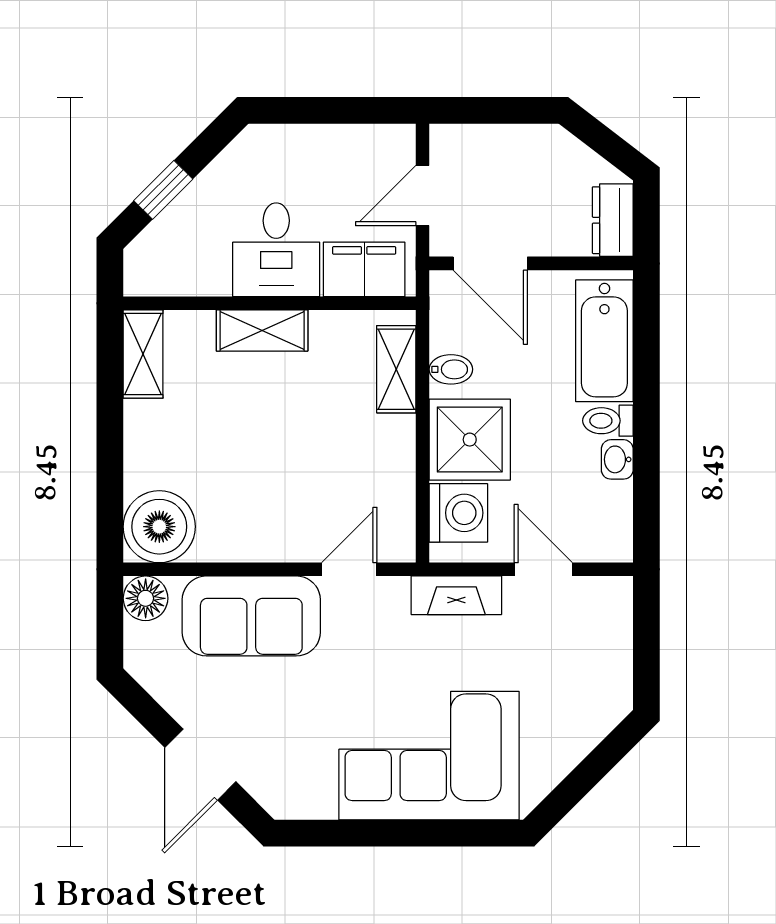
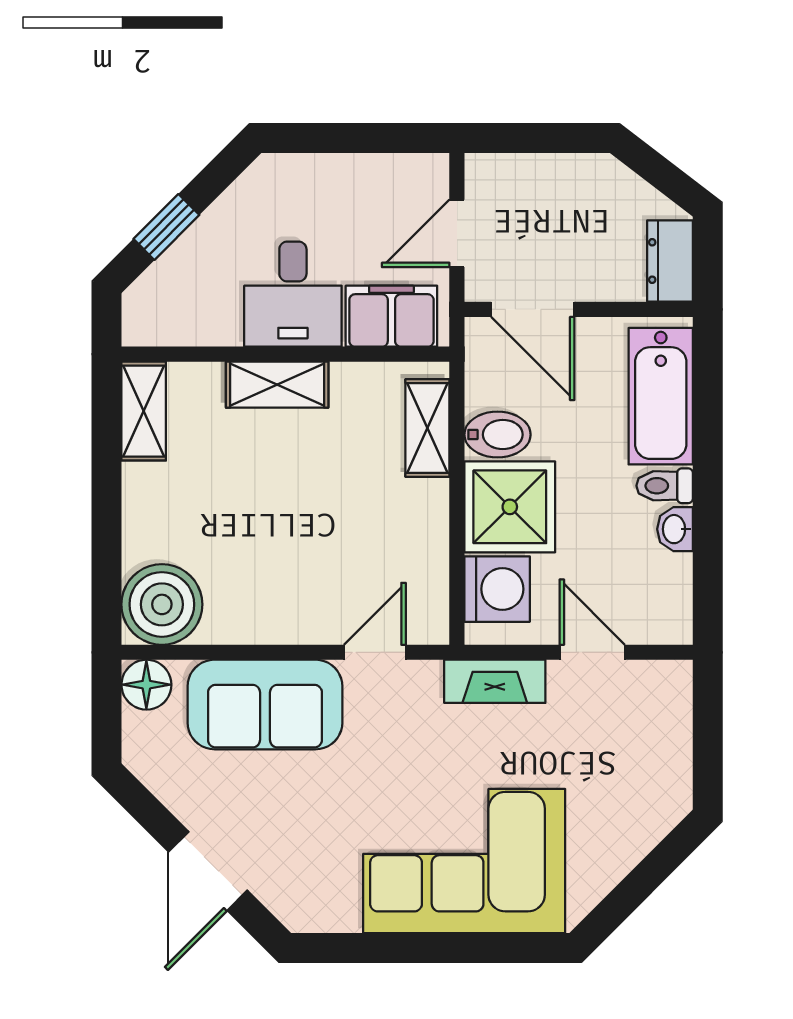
bidet: (451, 369) -> (497, 435), width x1.38, depth x1.36

